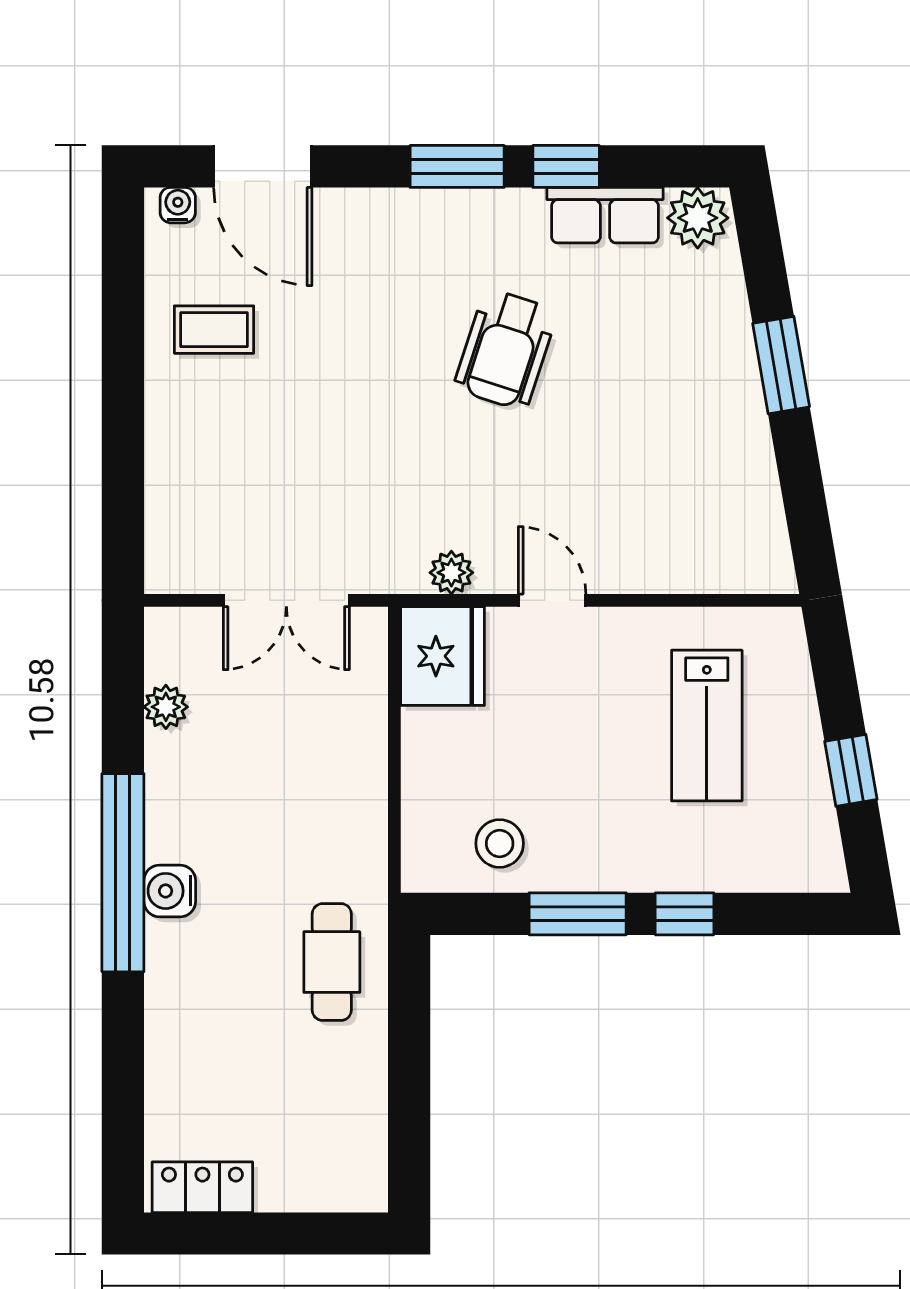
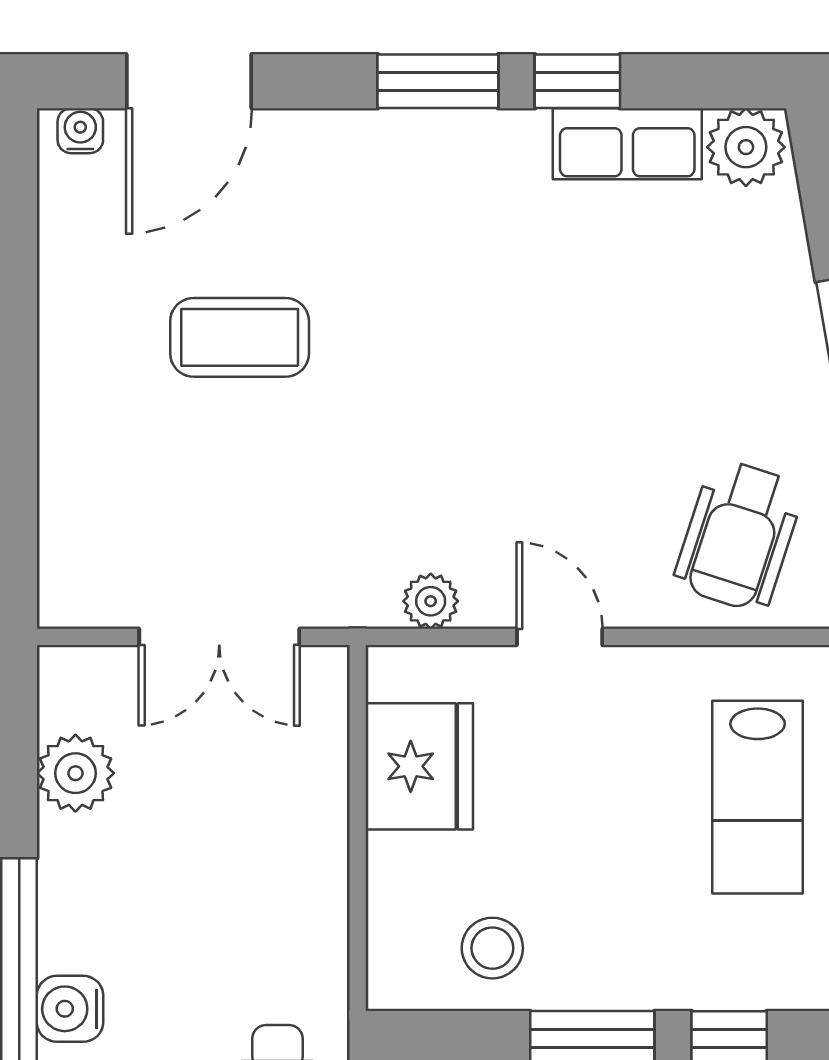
door: (263, 166) -> (189, 81), hinge flipped
coffee table: (214, 330) -> (240, 337), moved, width x1.36, depth x1.30
wheelchair: (506, 350) -> (739, 535), moved
fridge: (443, 656) -> (419, 766), moved
plant: (166, 707) -> (75, 773), width x1.38, depth x1.38

